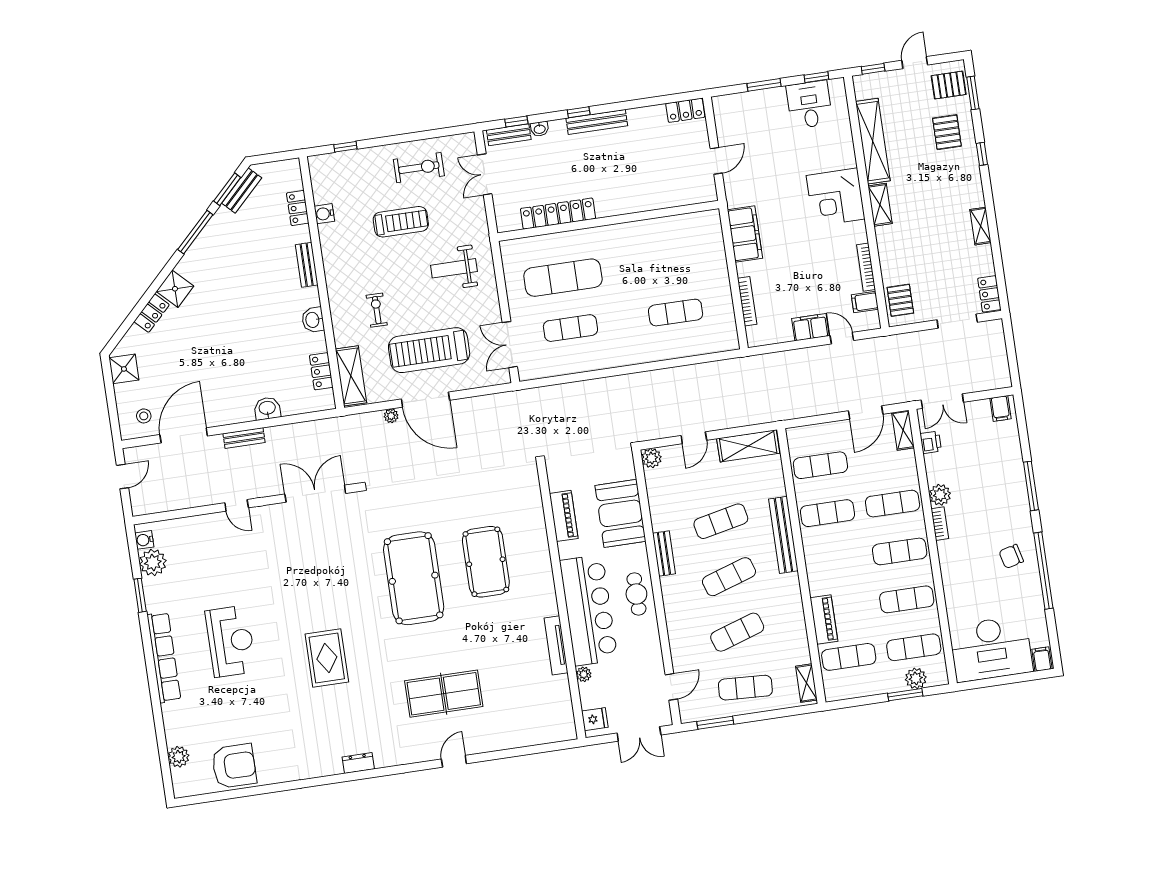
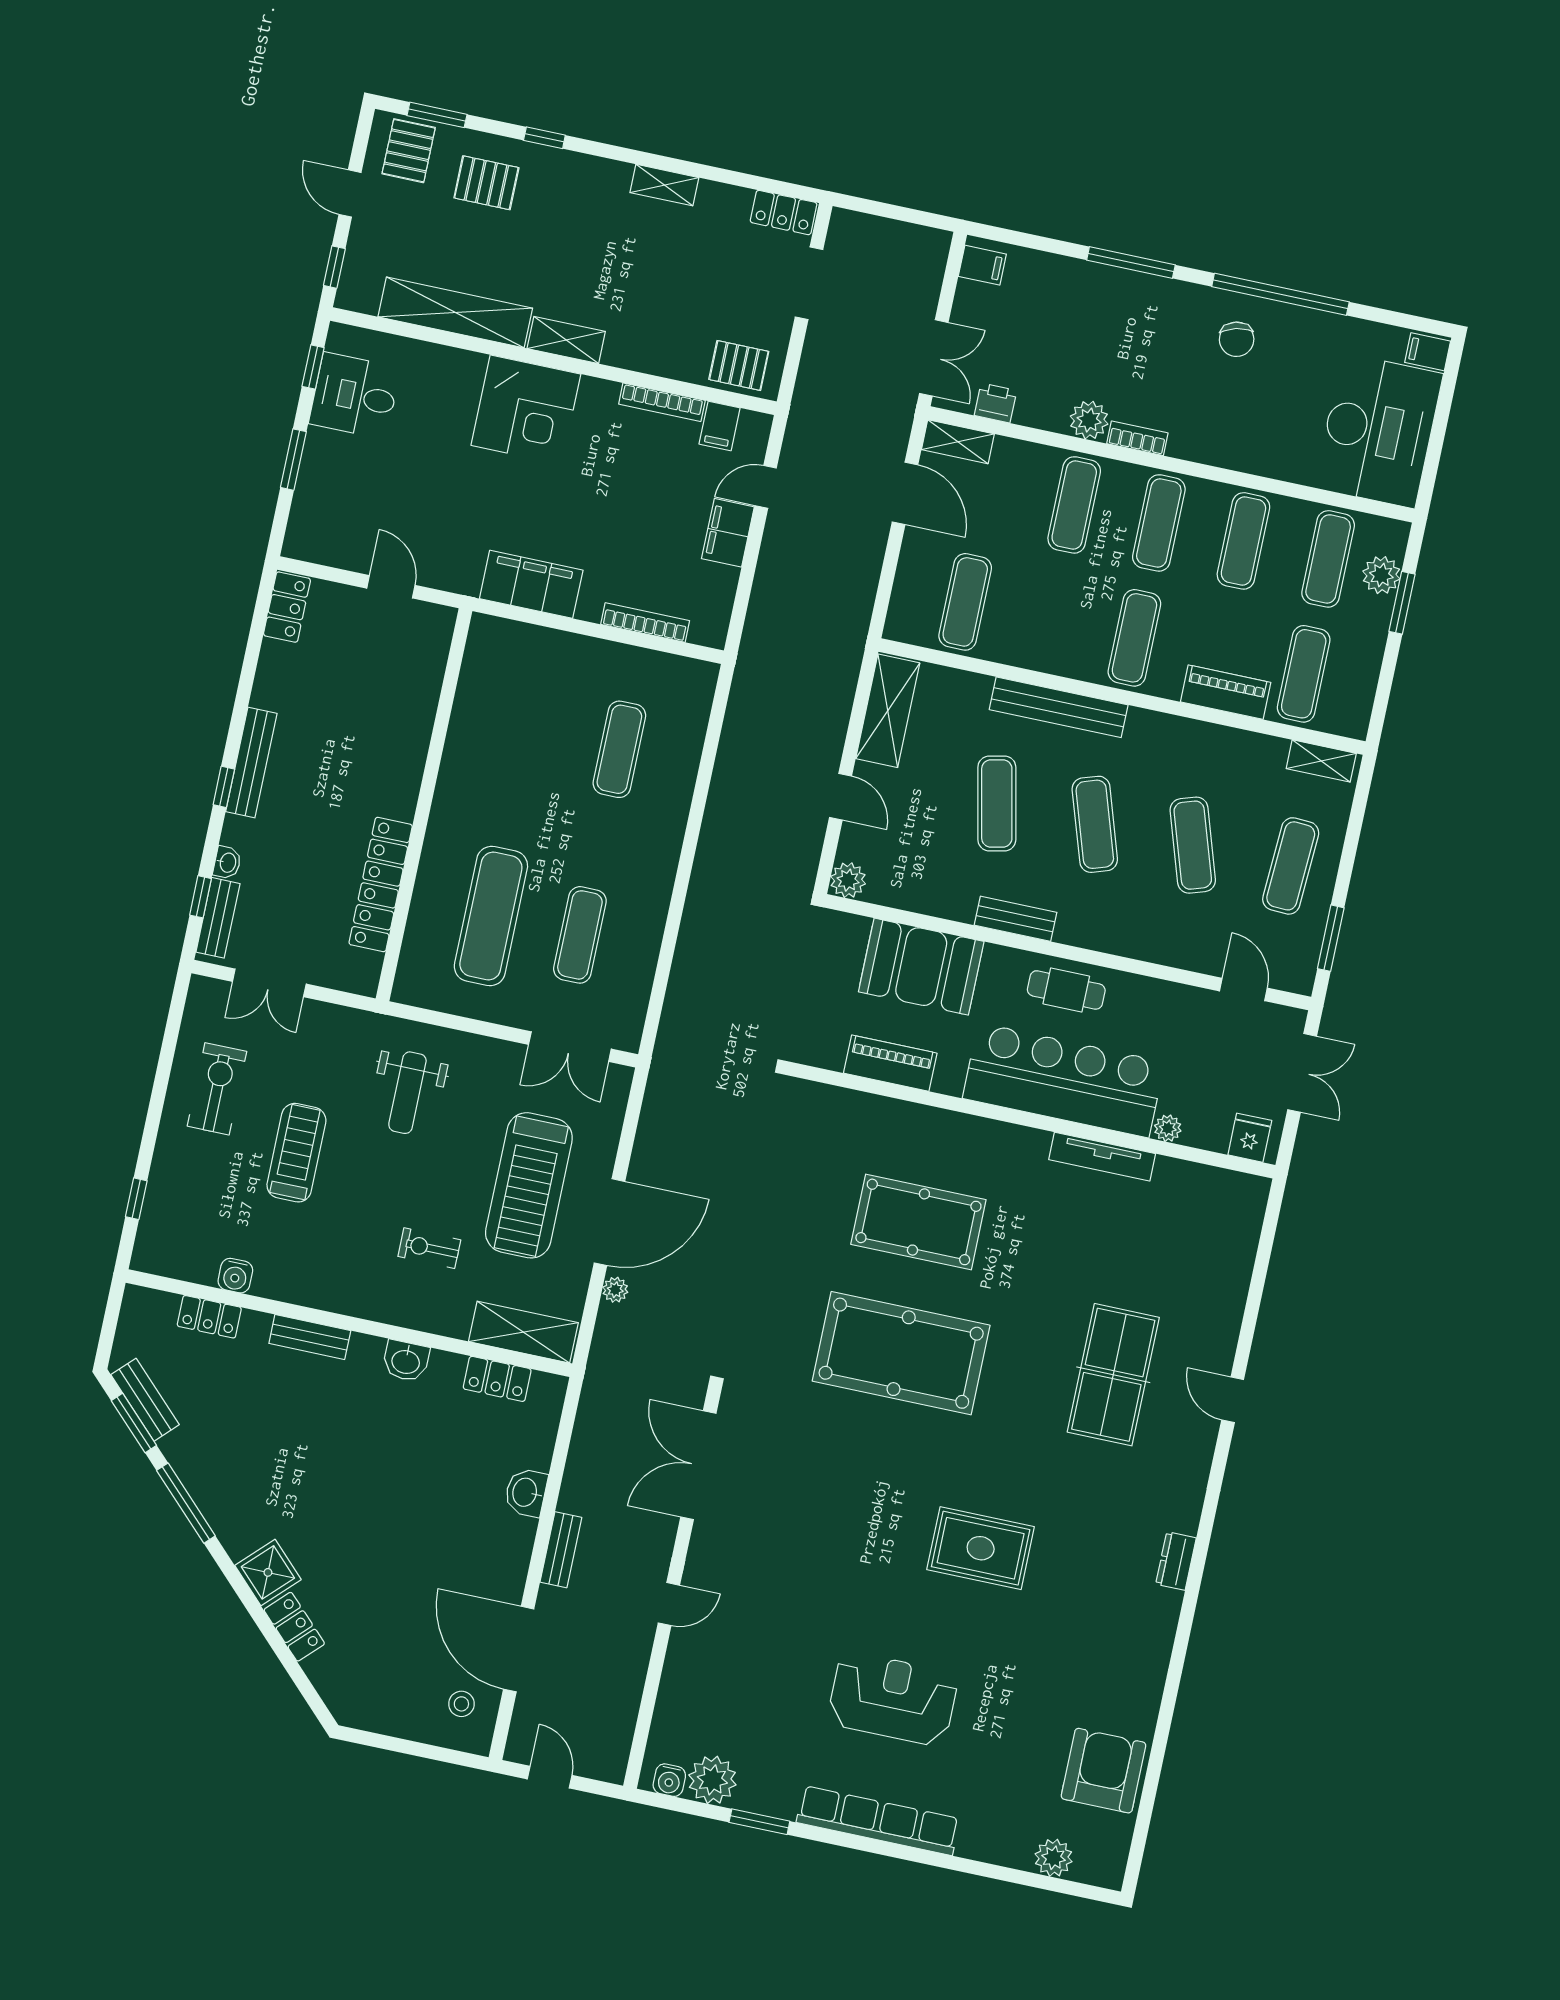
shower: (124, 369) -> (370, 1708), removed
exercise mat: (827, 513) -> (1134, 638), moved

